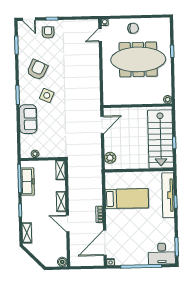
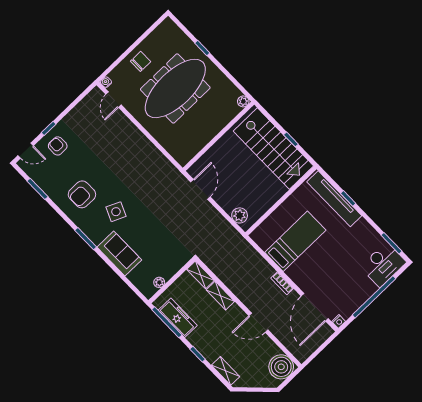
armchair: (37, 70) -> (82, 194), turned -116
shelving: (61, 202) -> (220, 296), moved
boiler: (62, 262) -> (281, 367), width x1.86, depth x1.86

